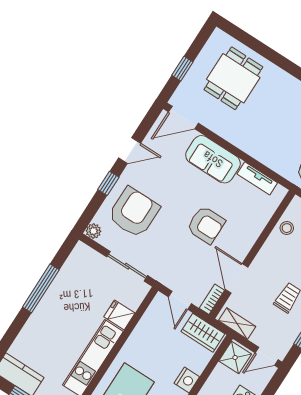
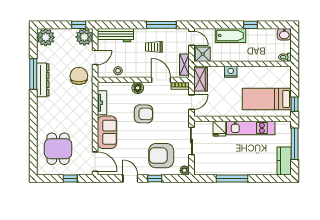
dining table: (233, 78) -> (58, 149), turned 90
armchair: (206, 225) -> (144, 114), turned 91
floor lamp: (246, 240) -> (138, 88), added
door: (237, 278) -> (161, 80), swing flipped

